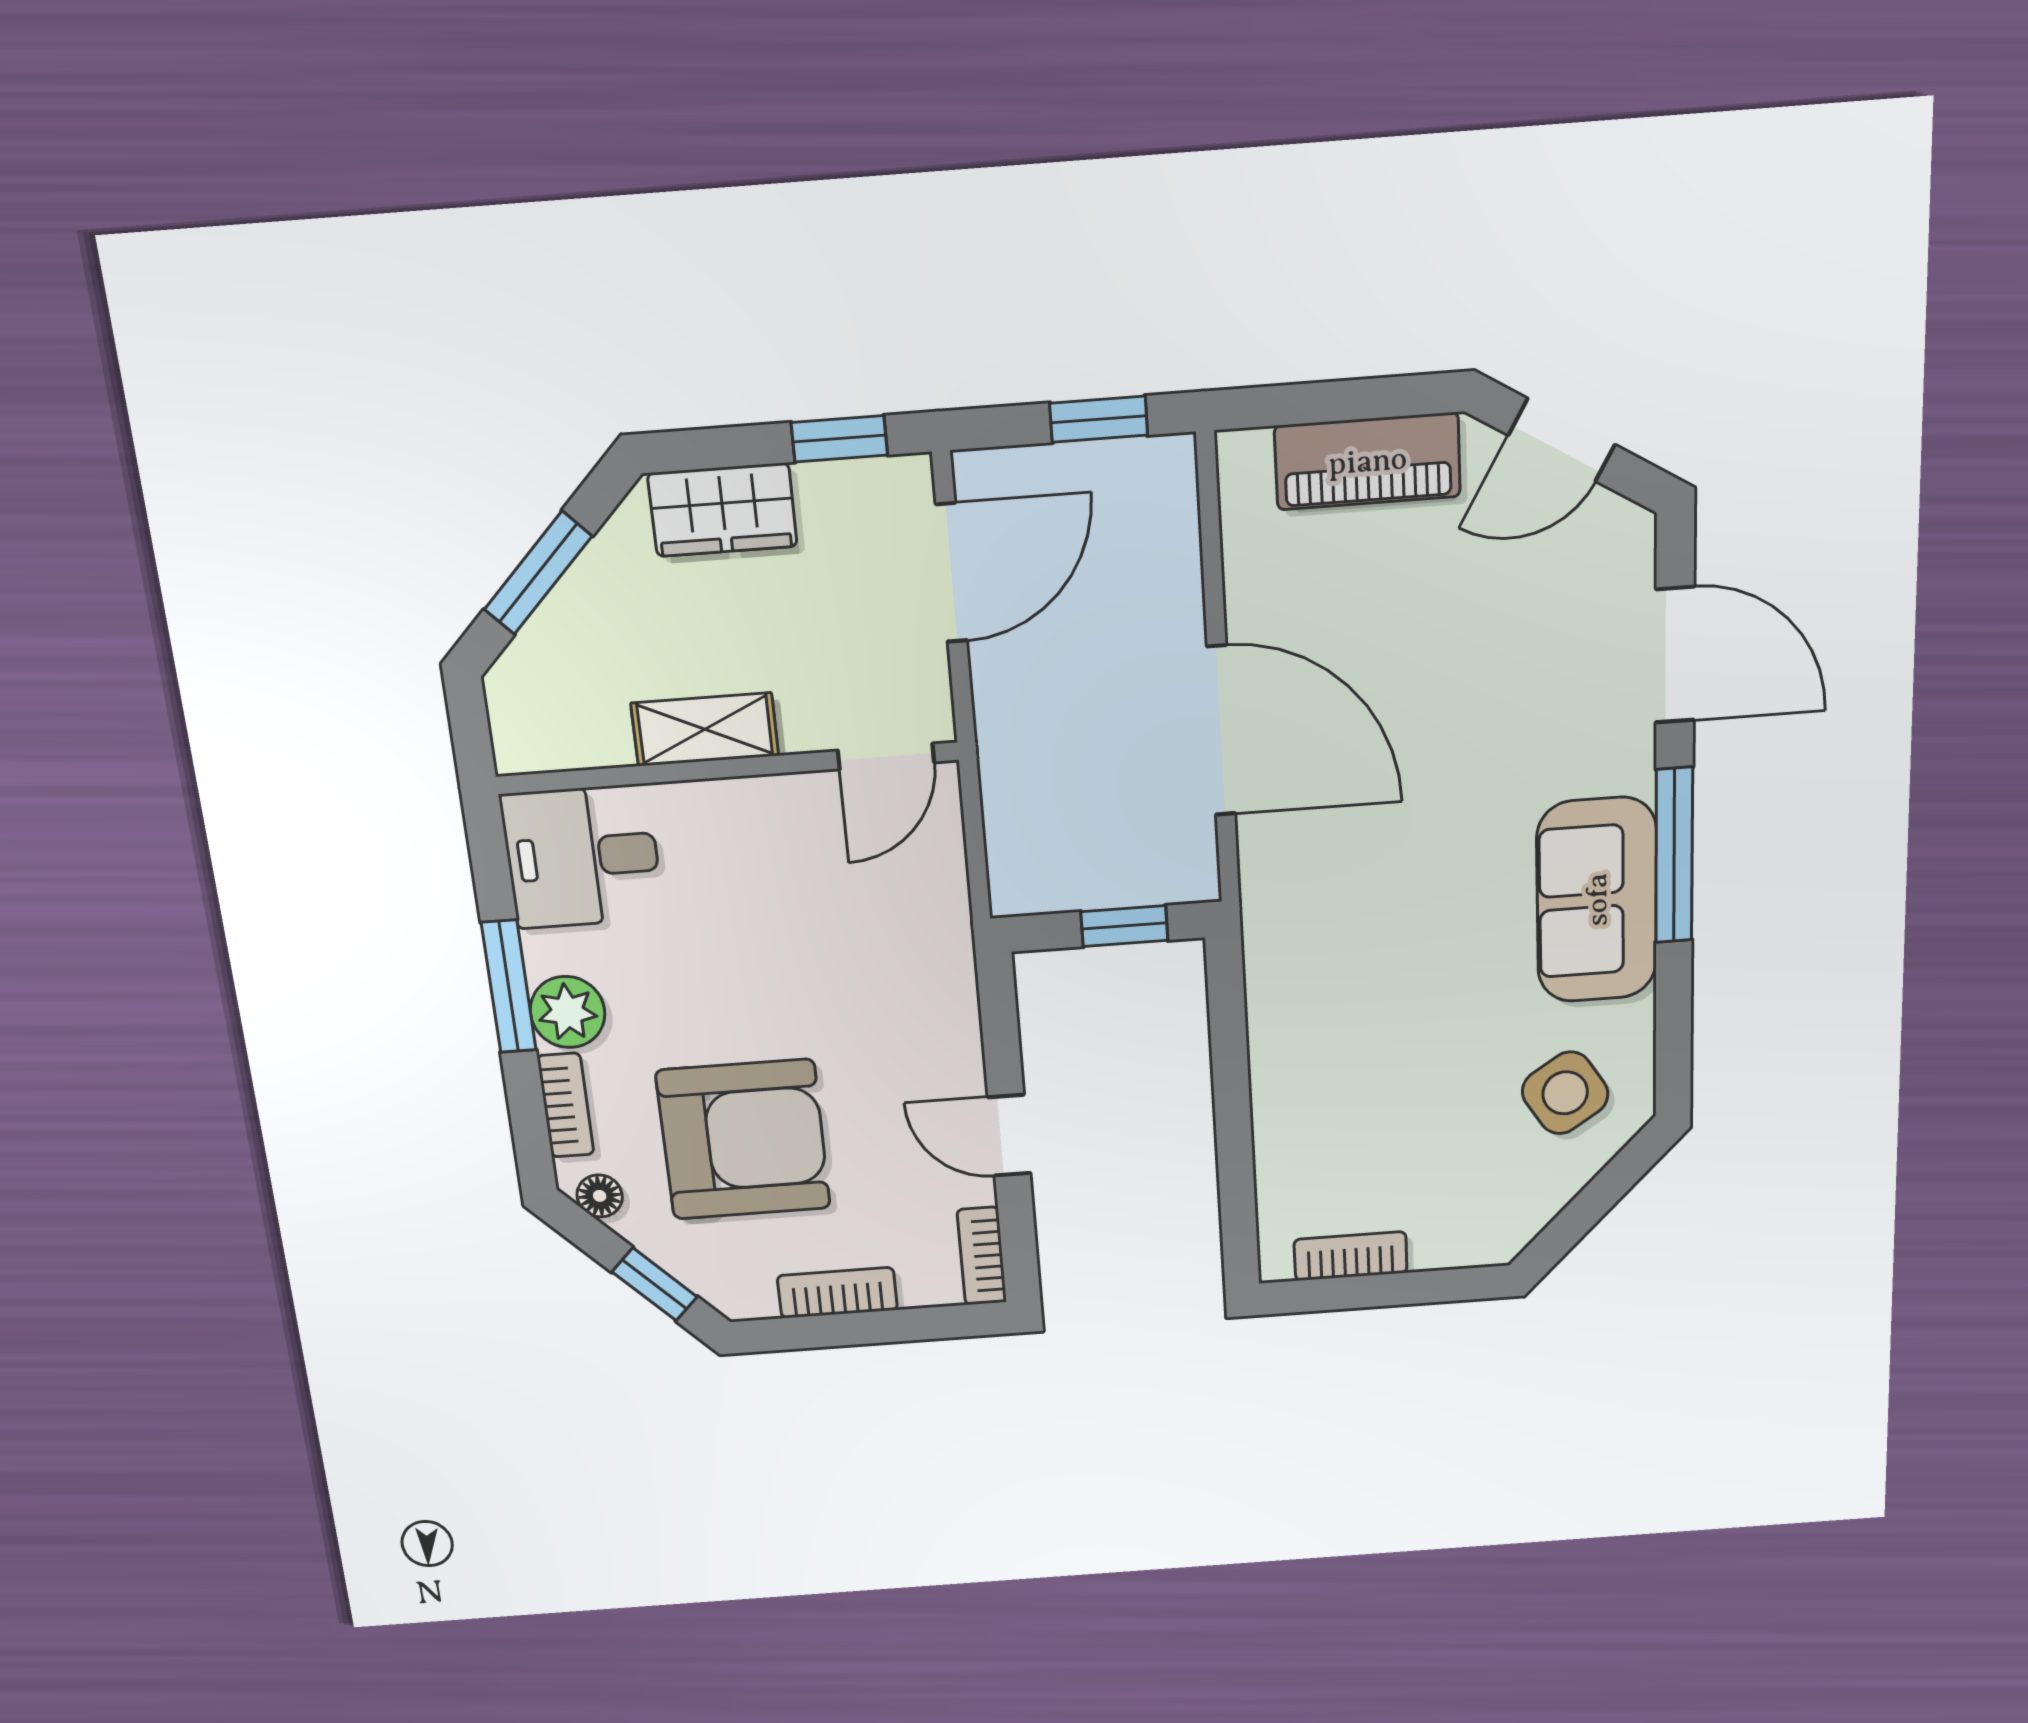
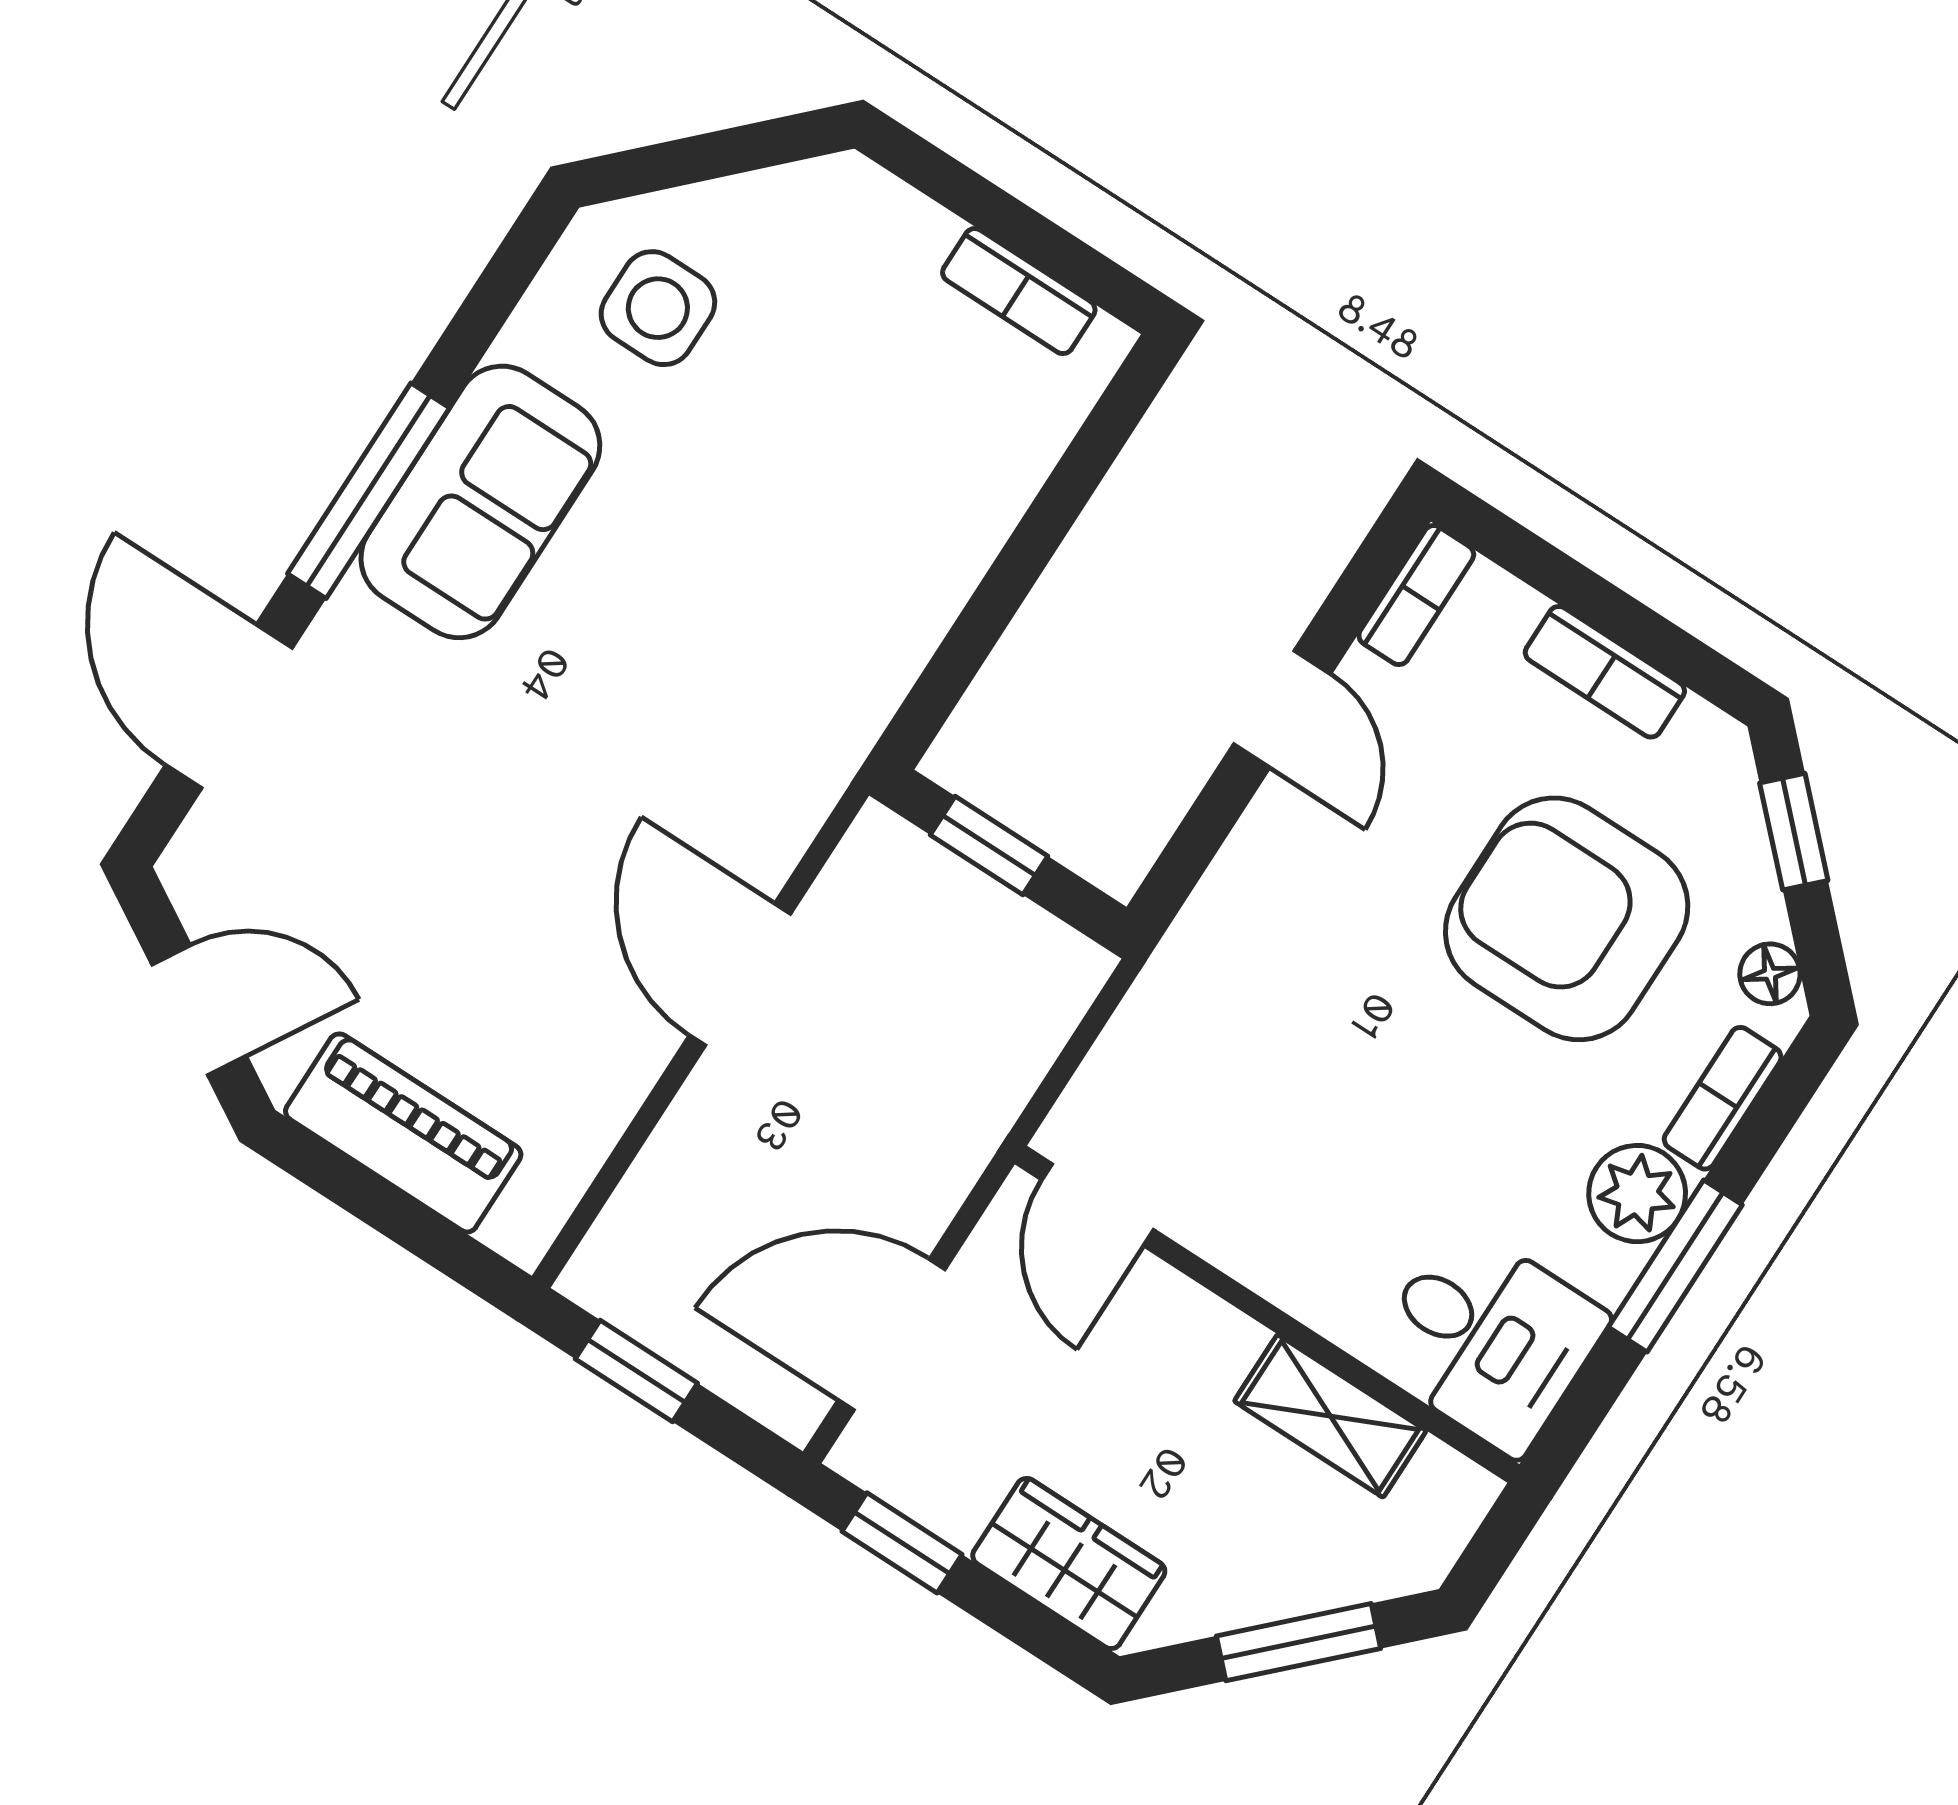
shelving: (705, 729) -> (1330, 1416), moved
door: (1221, 731) -> (740, 974), width x0.73
door: (886, 756) -> (1098, 1205), swing flipped
side table: (1565, 1093) -> (658, 308), turned 33

